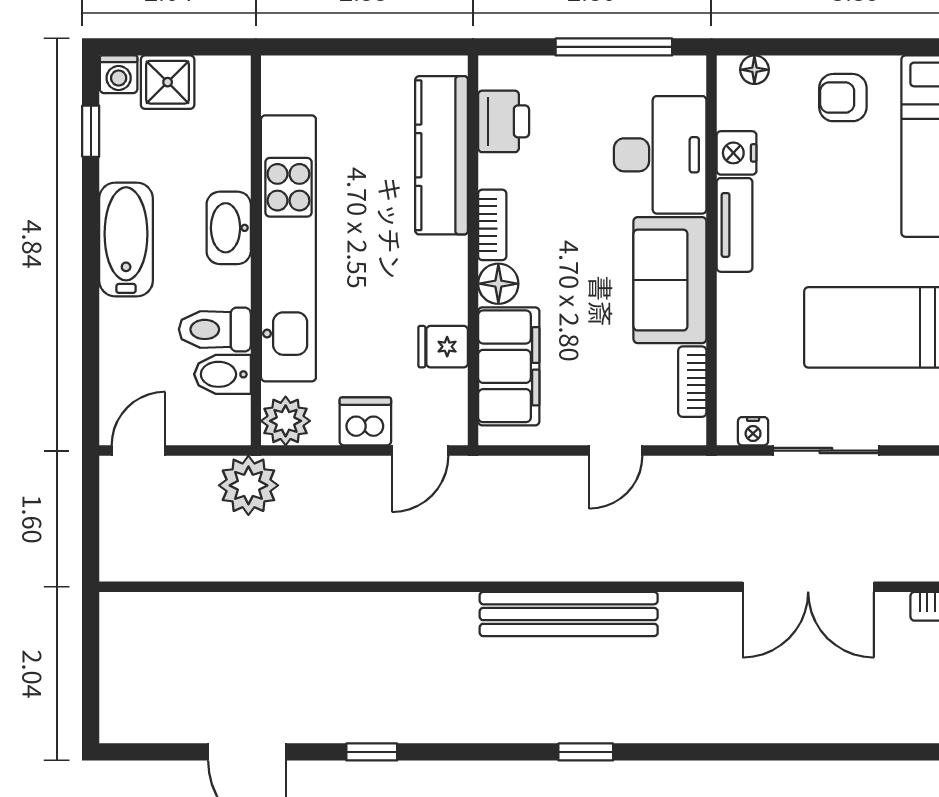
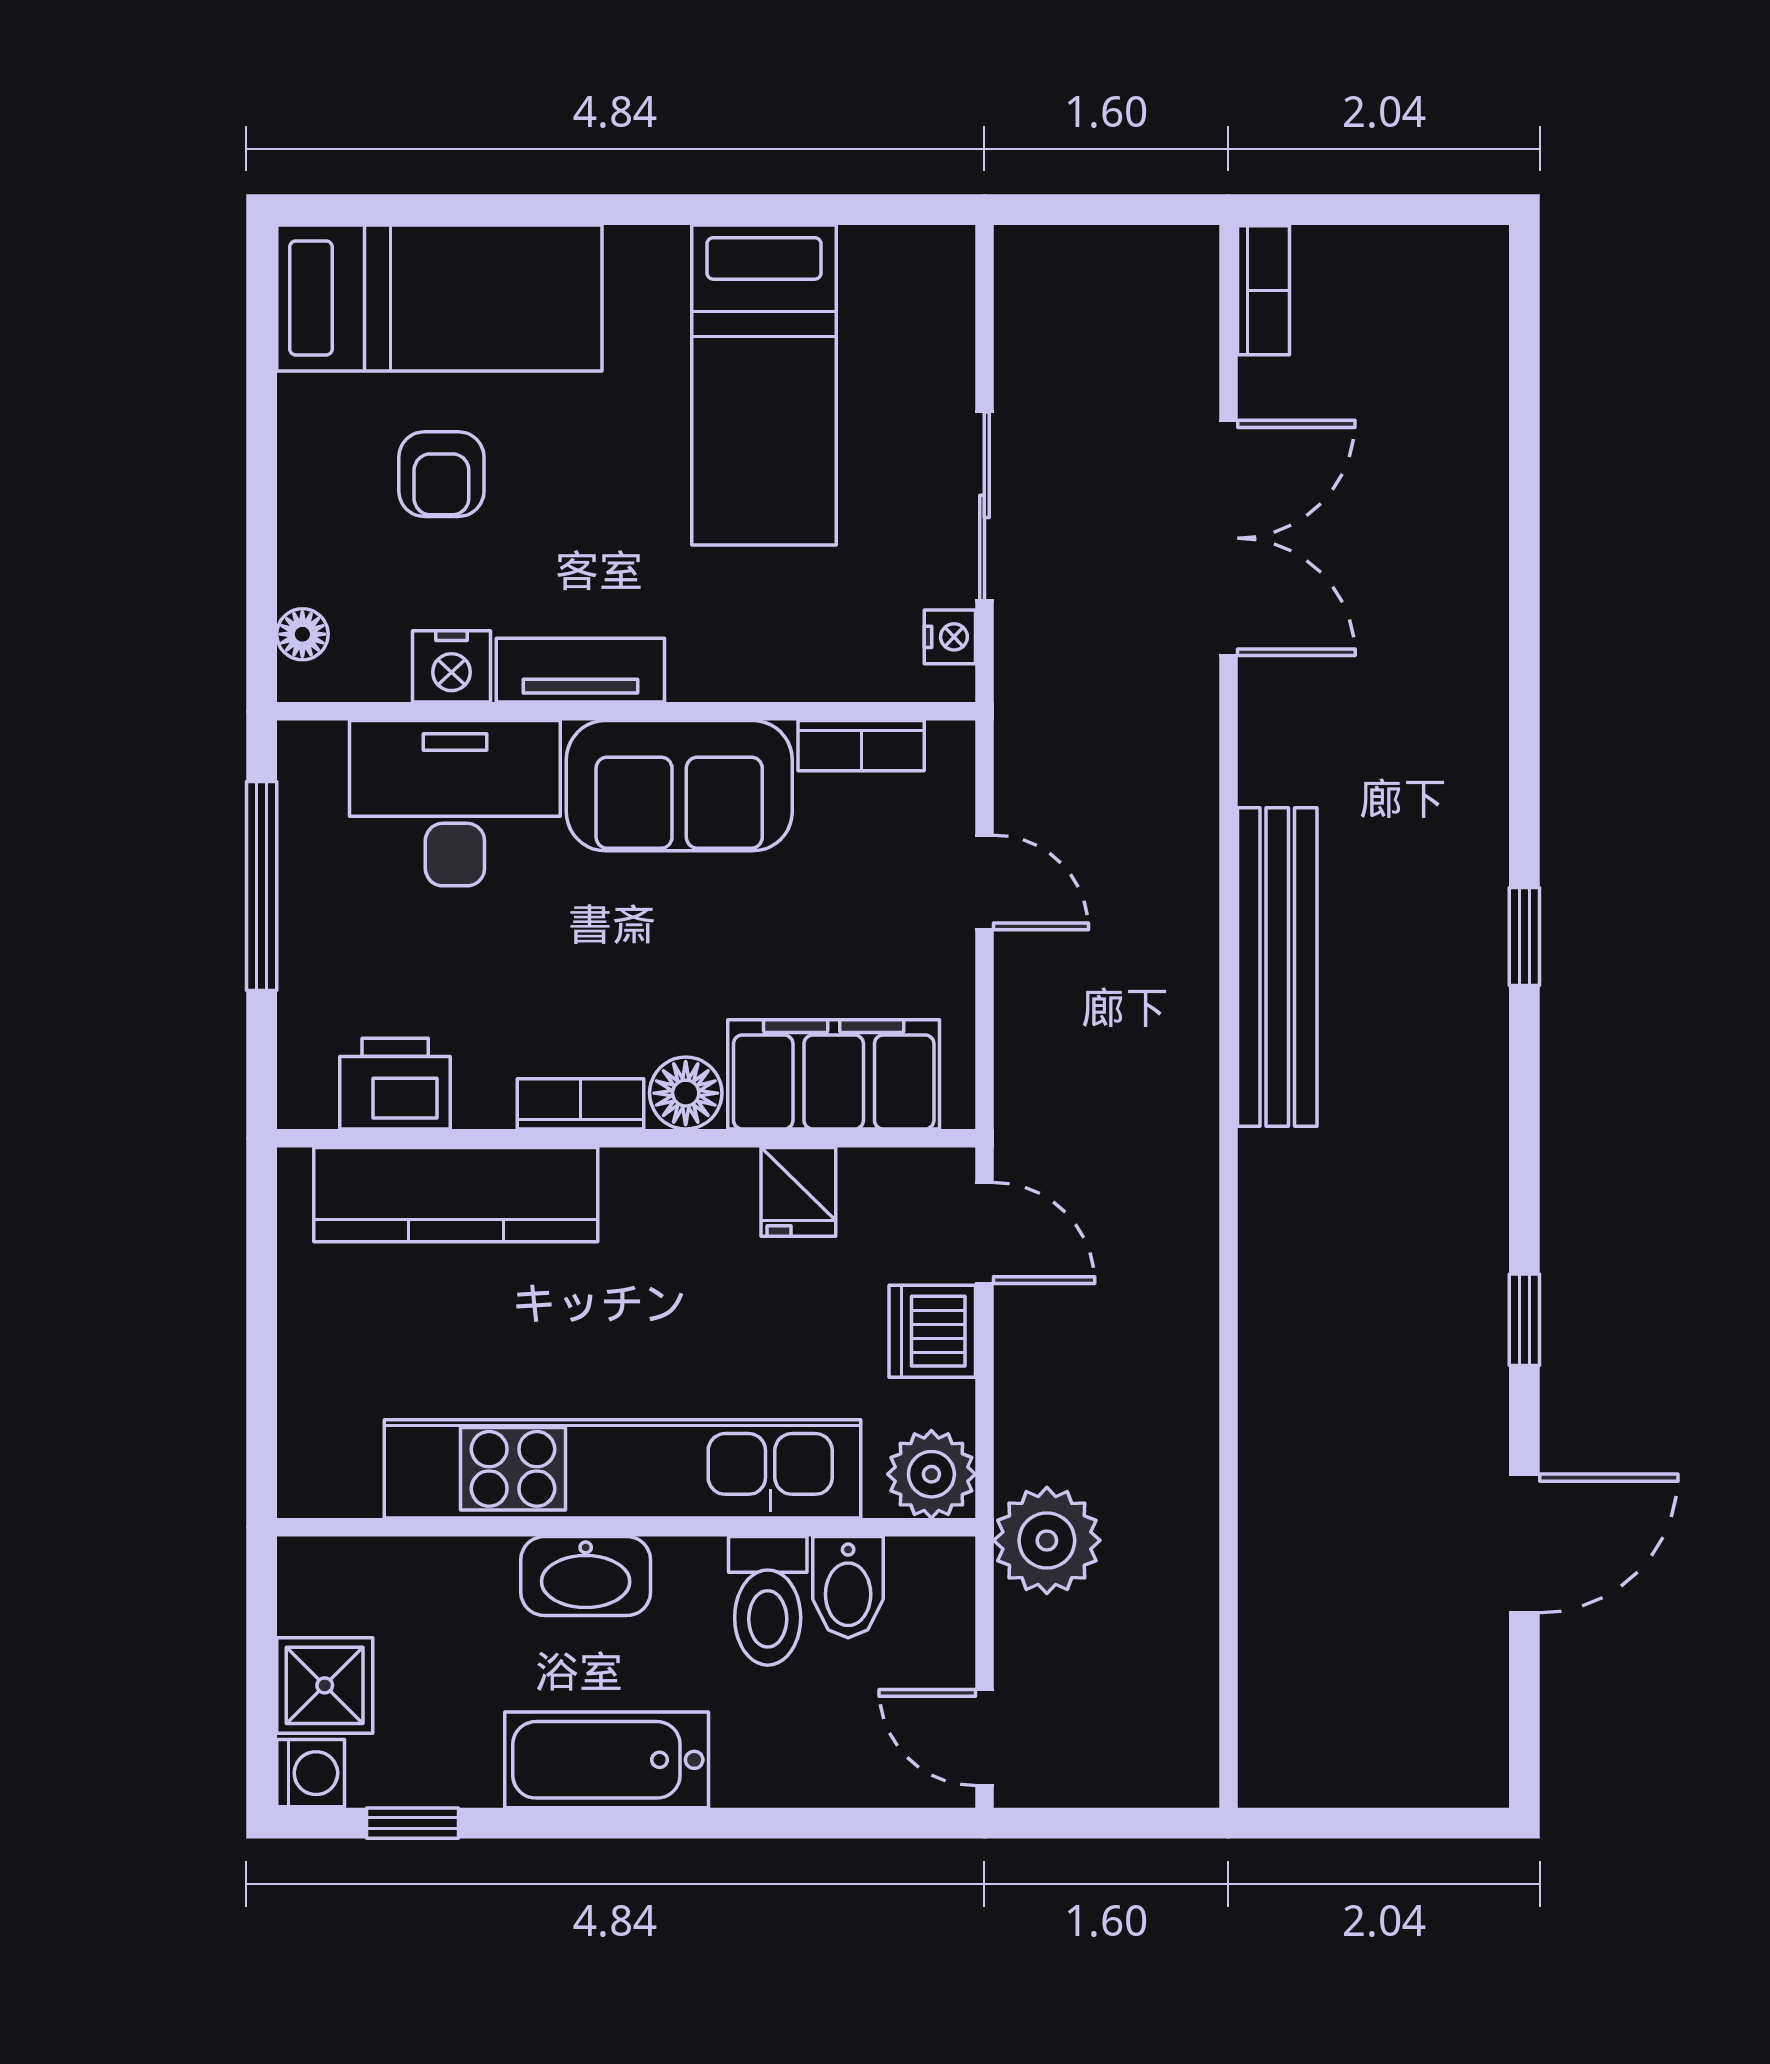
armchair: (843, 98) -> (441, 474), moved

